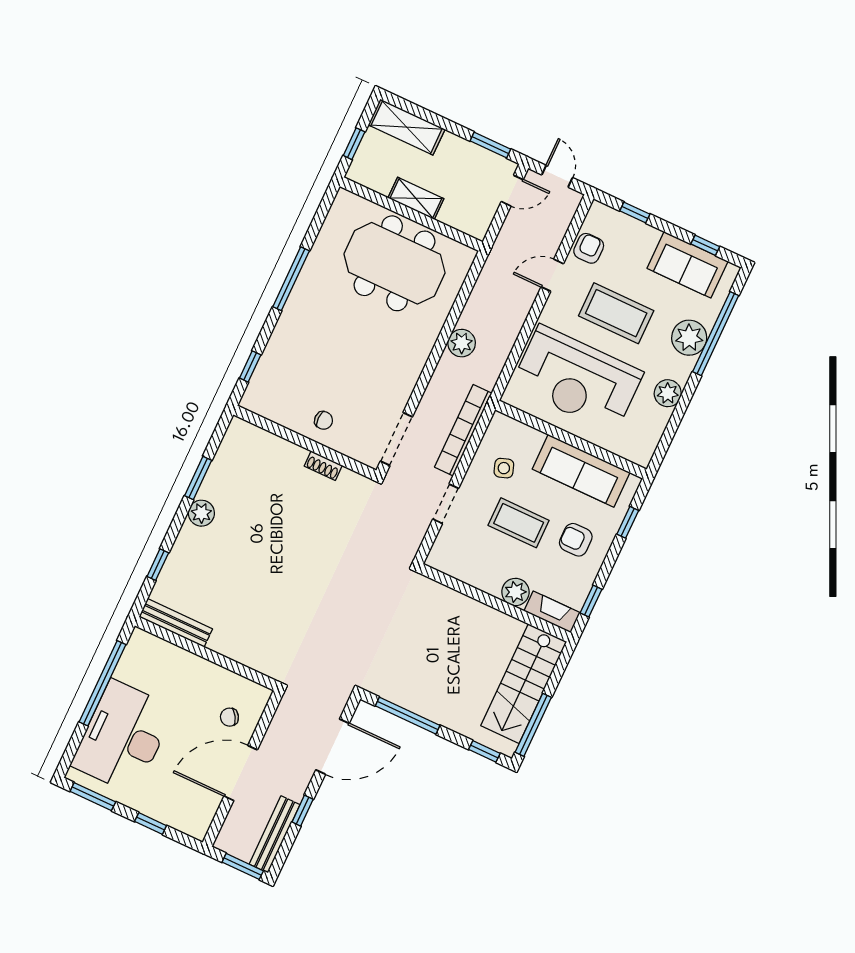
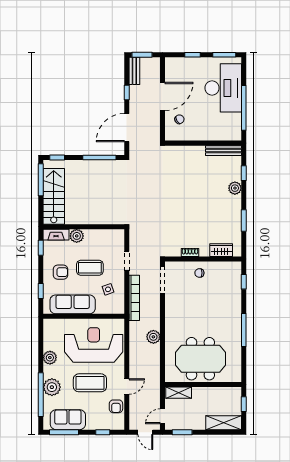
shelving: (416, 198) -> (179, 393), moved
window: (705, 245) -> (64, 432), width x2.17
wardrobe: (265, 444) -> (221, 250), added
plant: (201, 513) -> (235, 188), moved
bench: (275, 834) -> (134, 71), width x0.73

